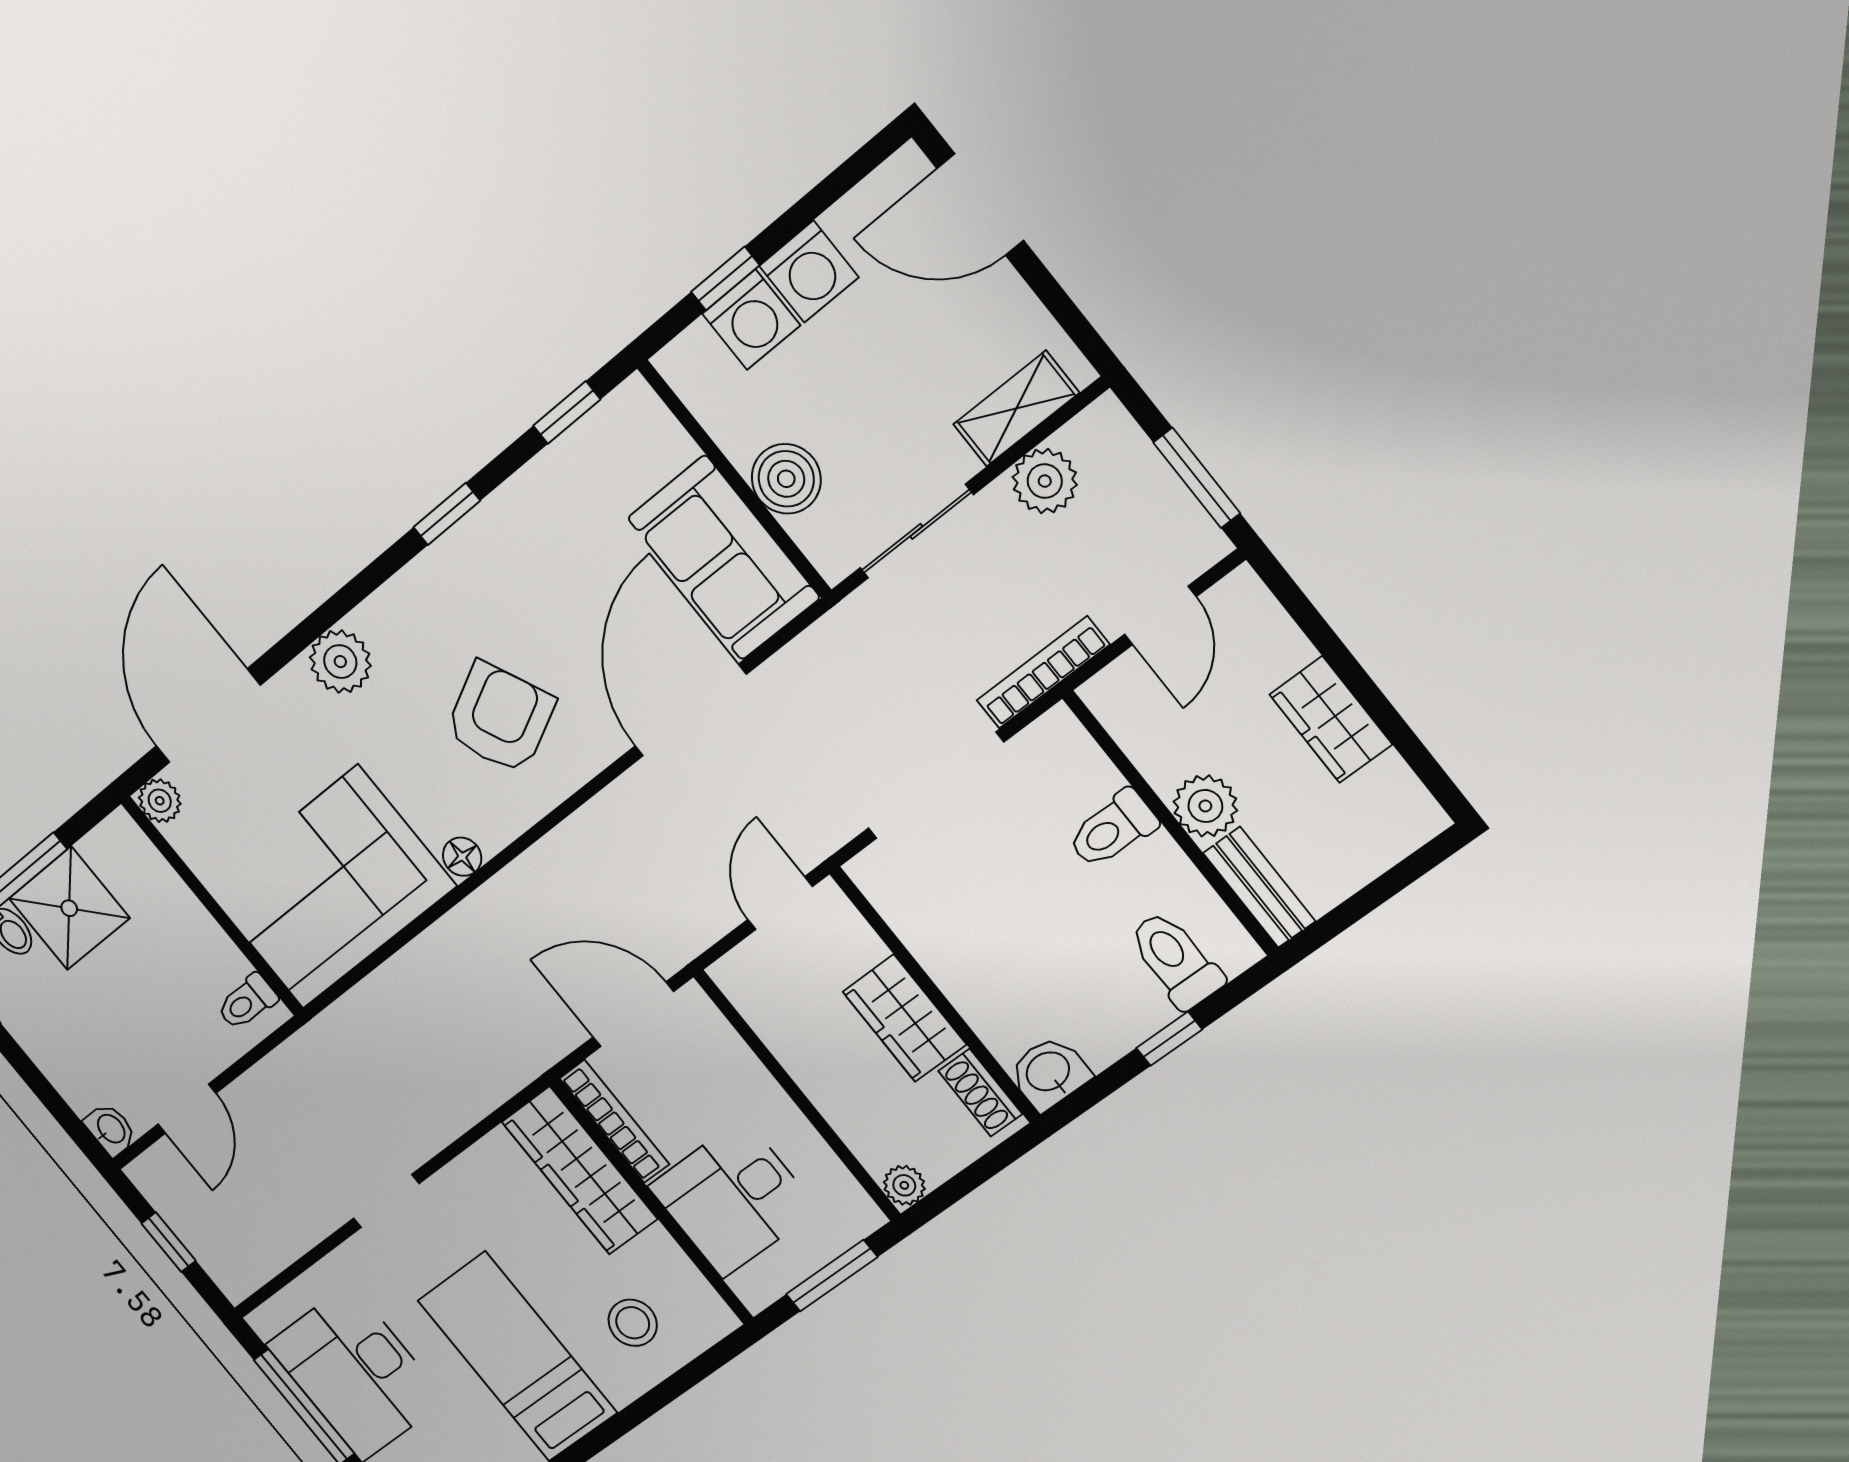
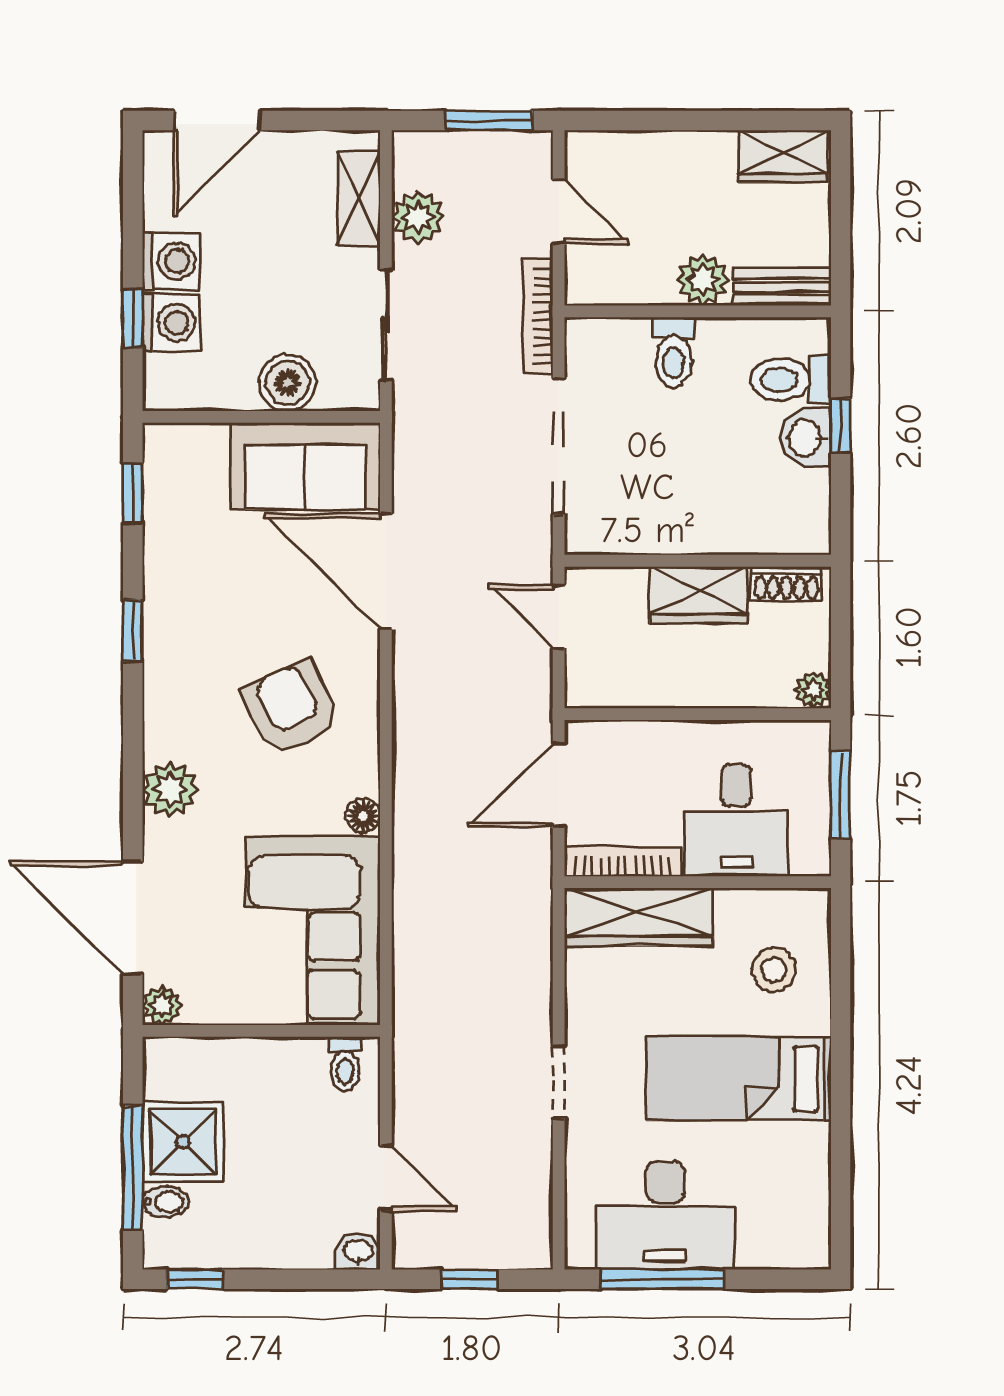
wardrobe: (1331, 719) -> (783, 156), moved
washbasin: (1049, 1073) -> (806, 438), moved

